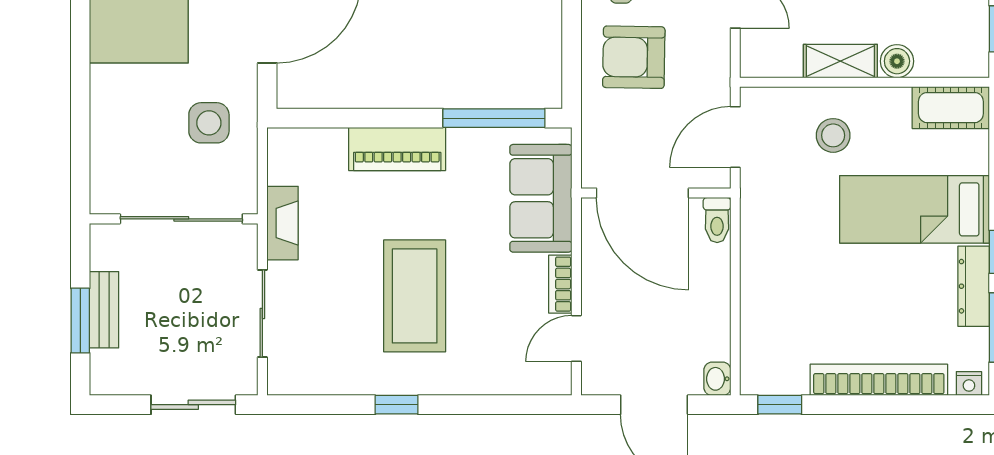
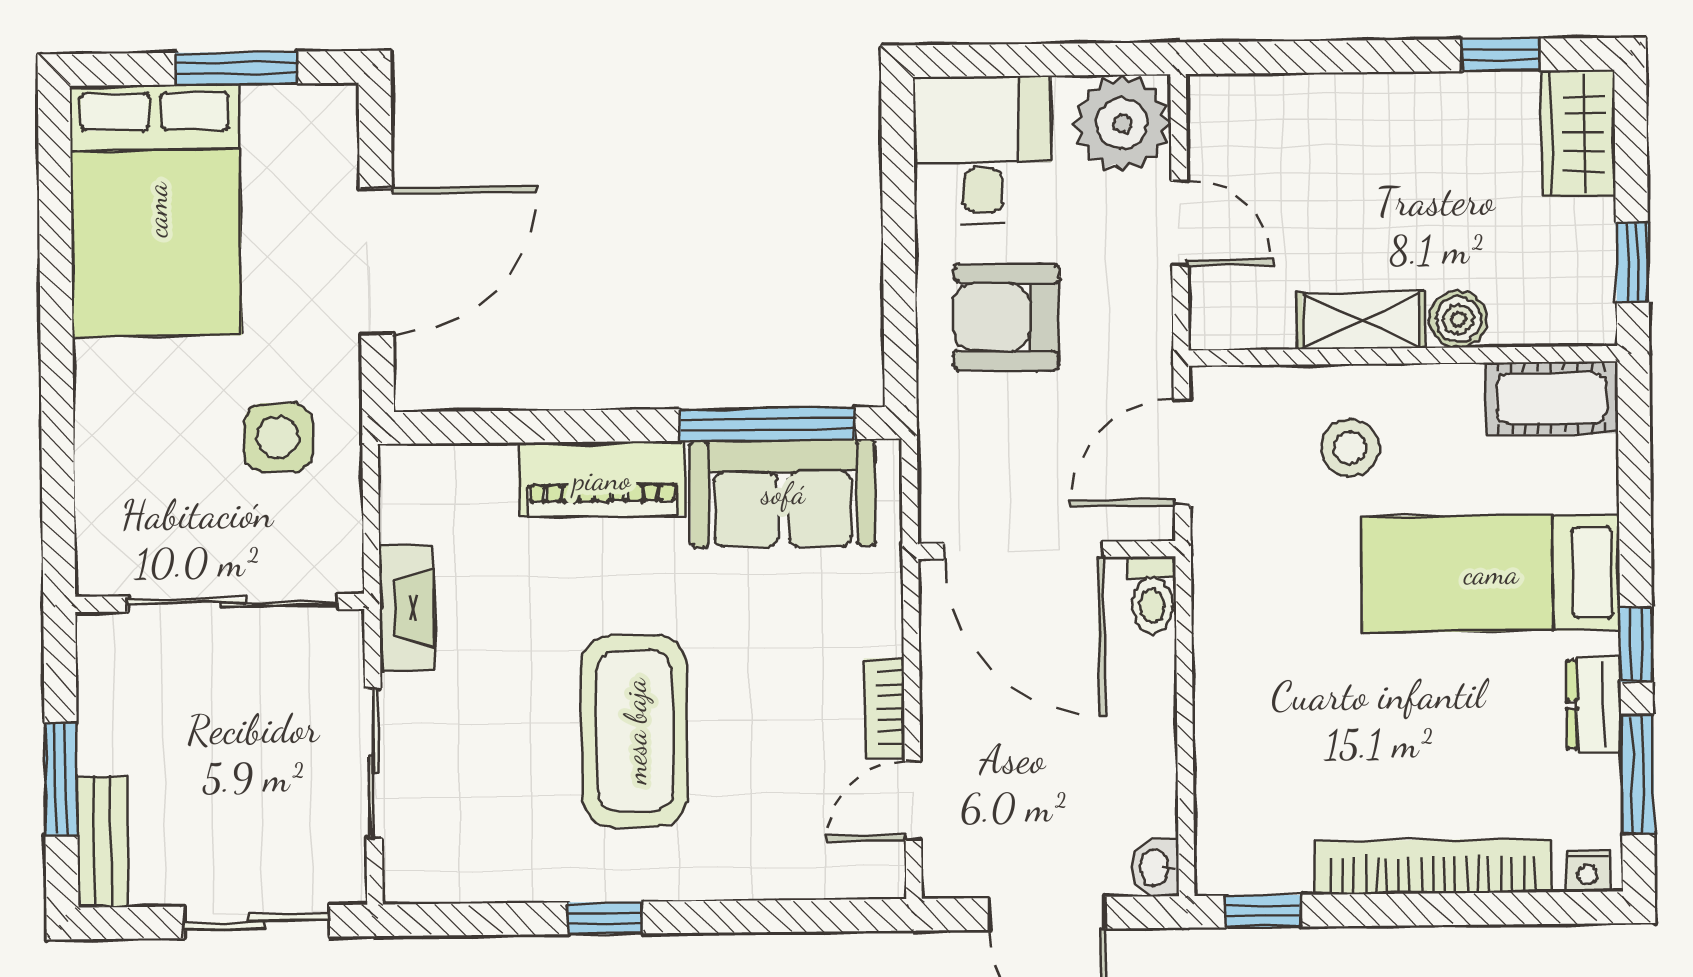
sofa: (541, 198) -> (783, 493), moved, turned -90
dresser: (974, 286) -> (1594, 704), width x0.70
bench: (104, 310) -> (103, 842), moved

